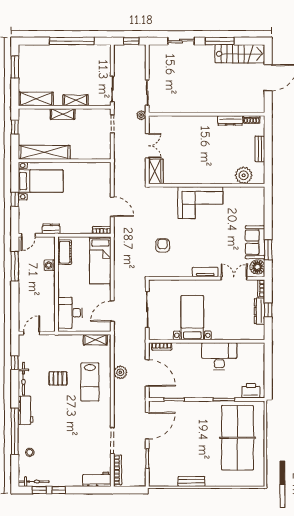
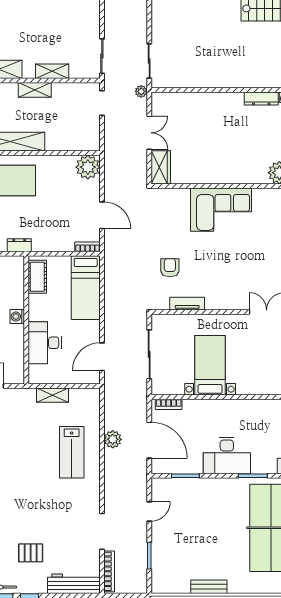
plant: (102, 171) -> (88, 167), added
washing machine: (50, 265) -> (17, 317), moved
tv unit: (205, 272) -> (187, 304), moved
desk: (70, 313) -> (45, 343), moved
shelving: (95, 340) -> (52, 395), moved
desk: (219, 356) -> (227, 455), moved, turned 180
pallet: (58, 378) -> (31, 553), moved
door: (147, 426) -> (149, 511), width x0.53
workbench: (97, 479) -> (74, 584), width x1.38

